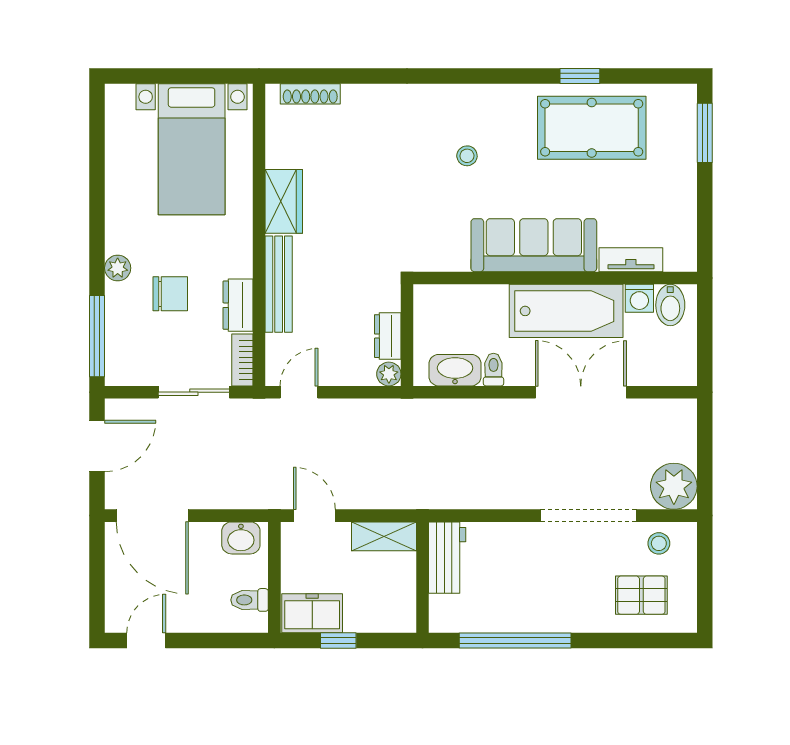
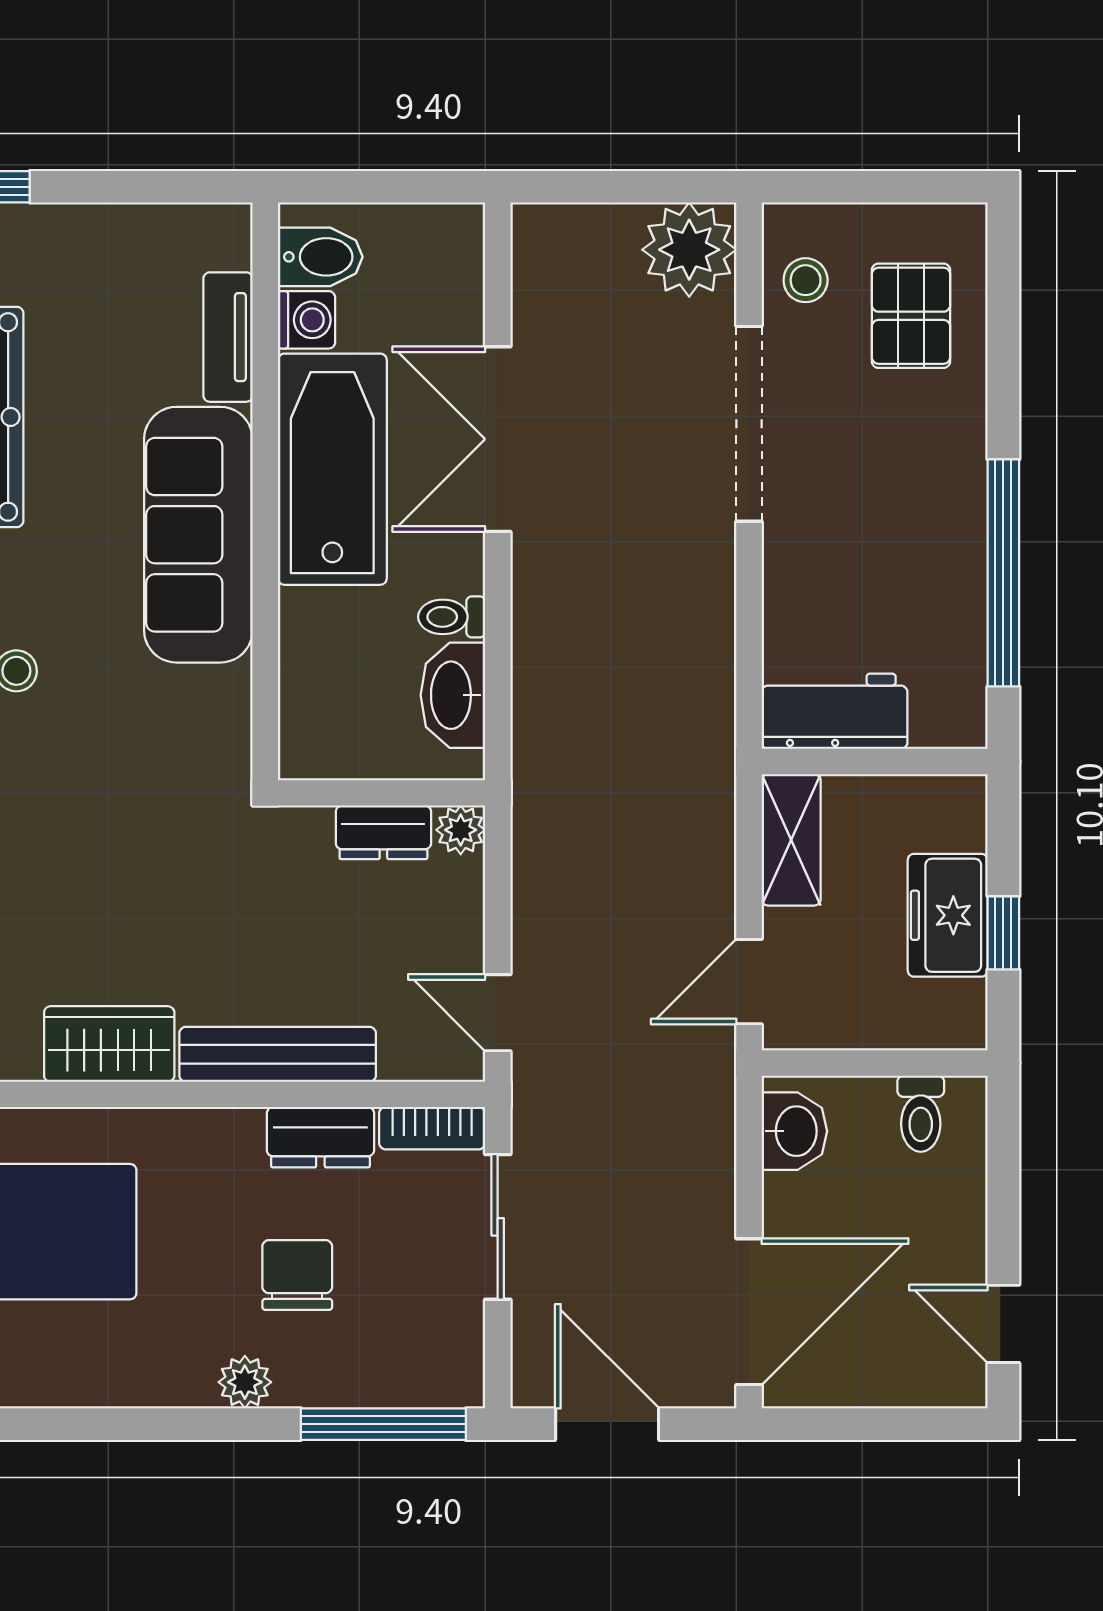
freezer: (312, 613) -> (948, 915), moved

